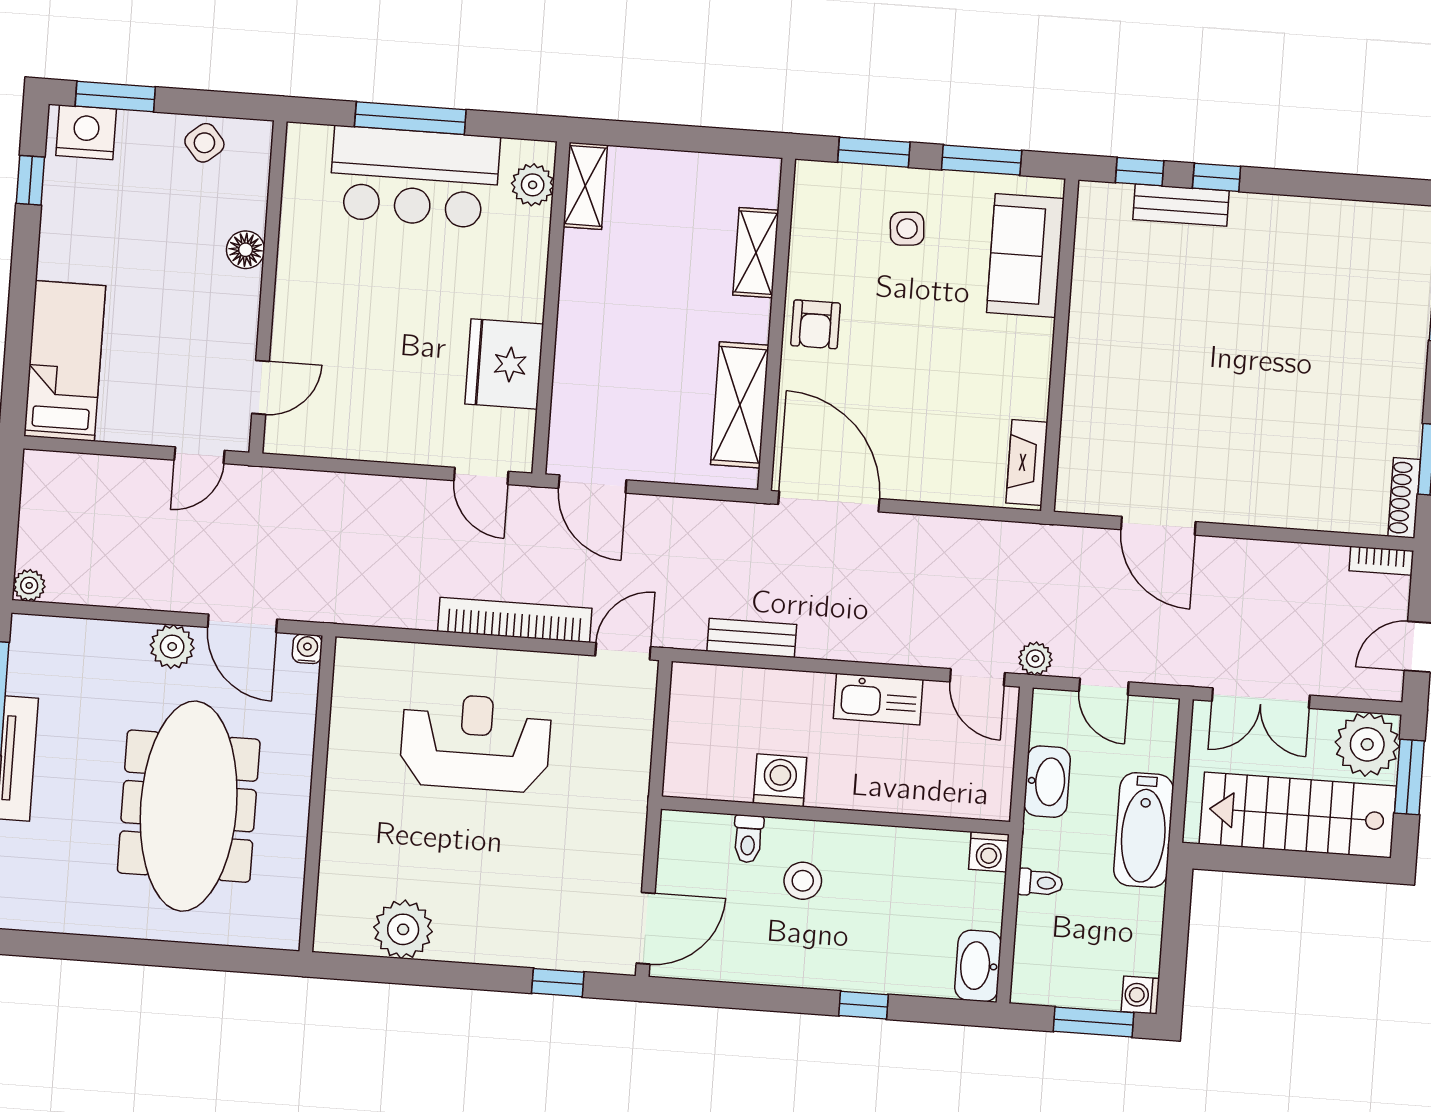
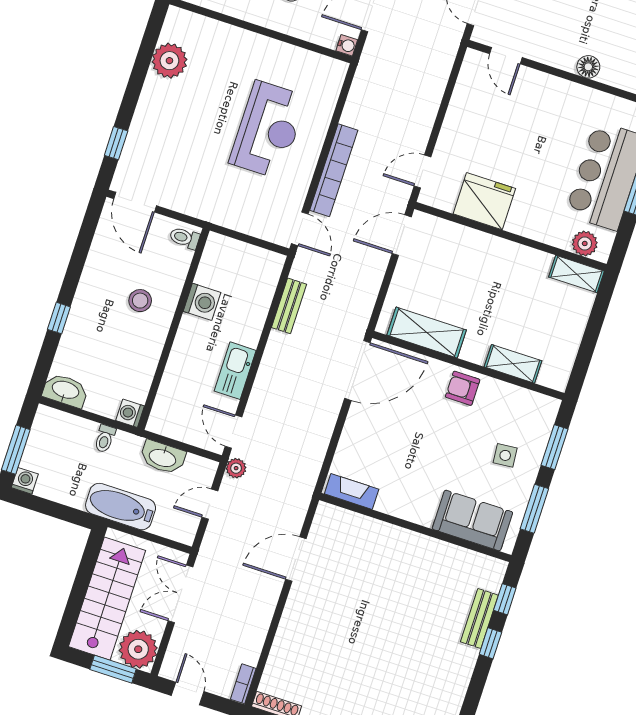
door: (977, 677) -> (234, 432), hinge flipped
toilet: (748, 839) -> (185, 238), moved

